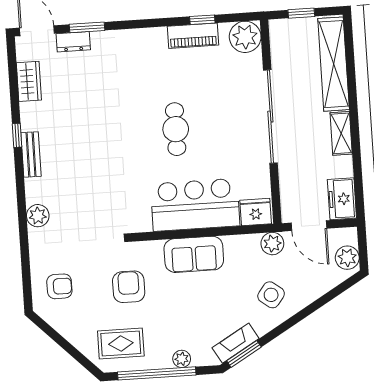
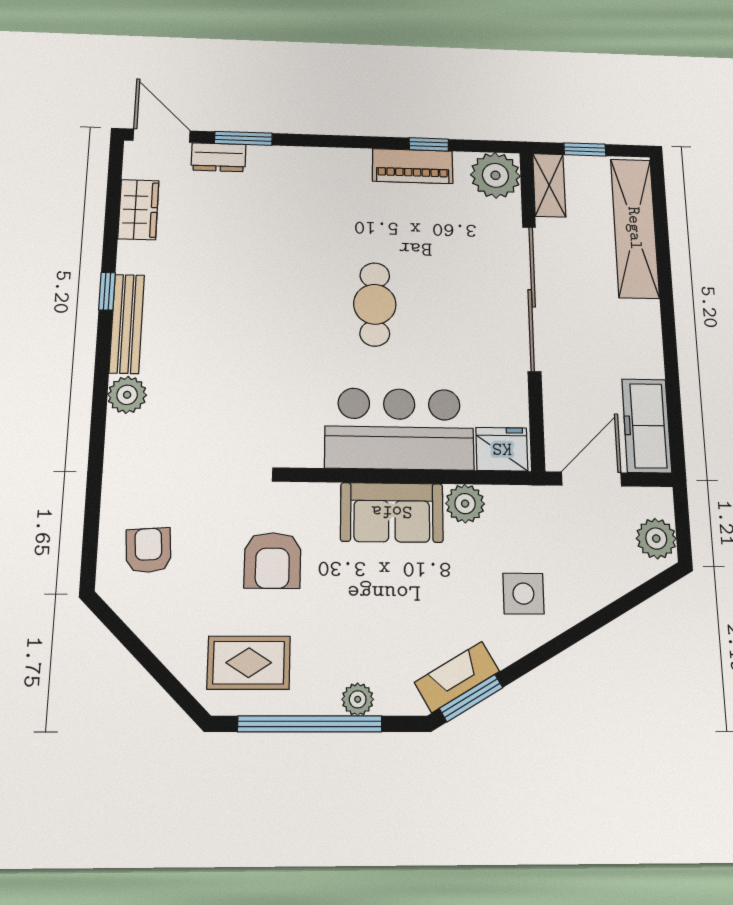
shelving: (341, 133) -> (549, 185), moved
bench: (31, 154) -> (127, 324), width x1.36
freezer: (342, 199) -> (647, 426), width x1.40
plant: (38, 216) -> (127, 395), moved
door: (309, 226) -> (592, 479), swing flipped
plant: (272, 244) -> (465, 504), moved
armchair: (59, 286) -> (148, 550), turned -94
armchair: (129, 287) -> (272, 560), turned 180
side table: (271, 295) -> (523, 594), turned -37

